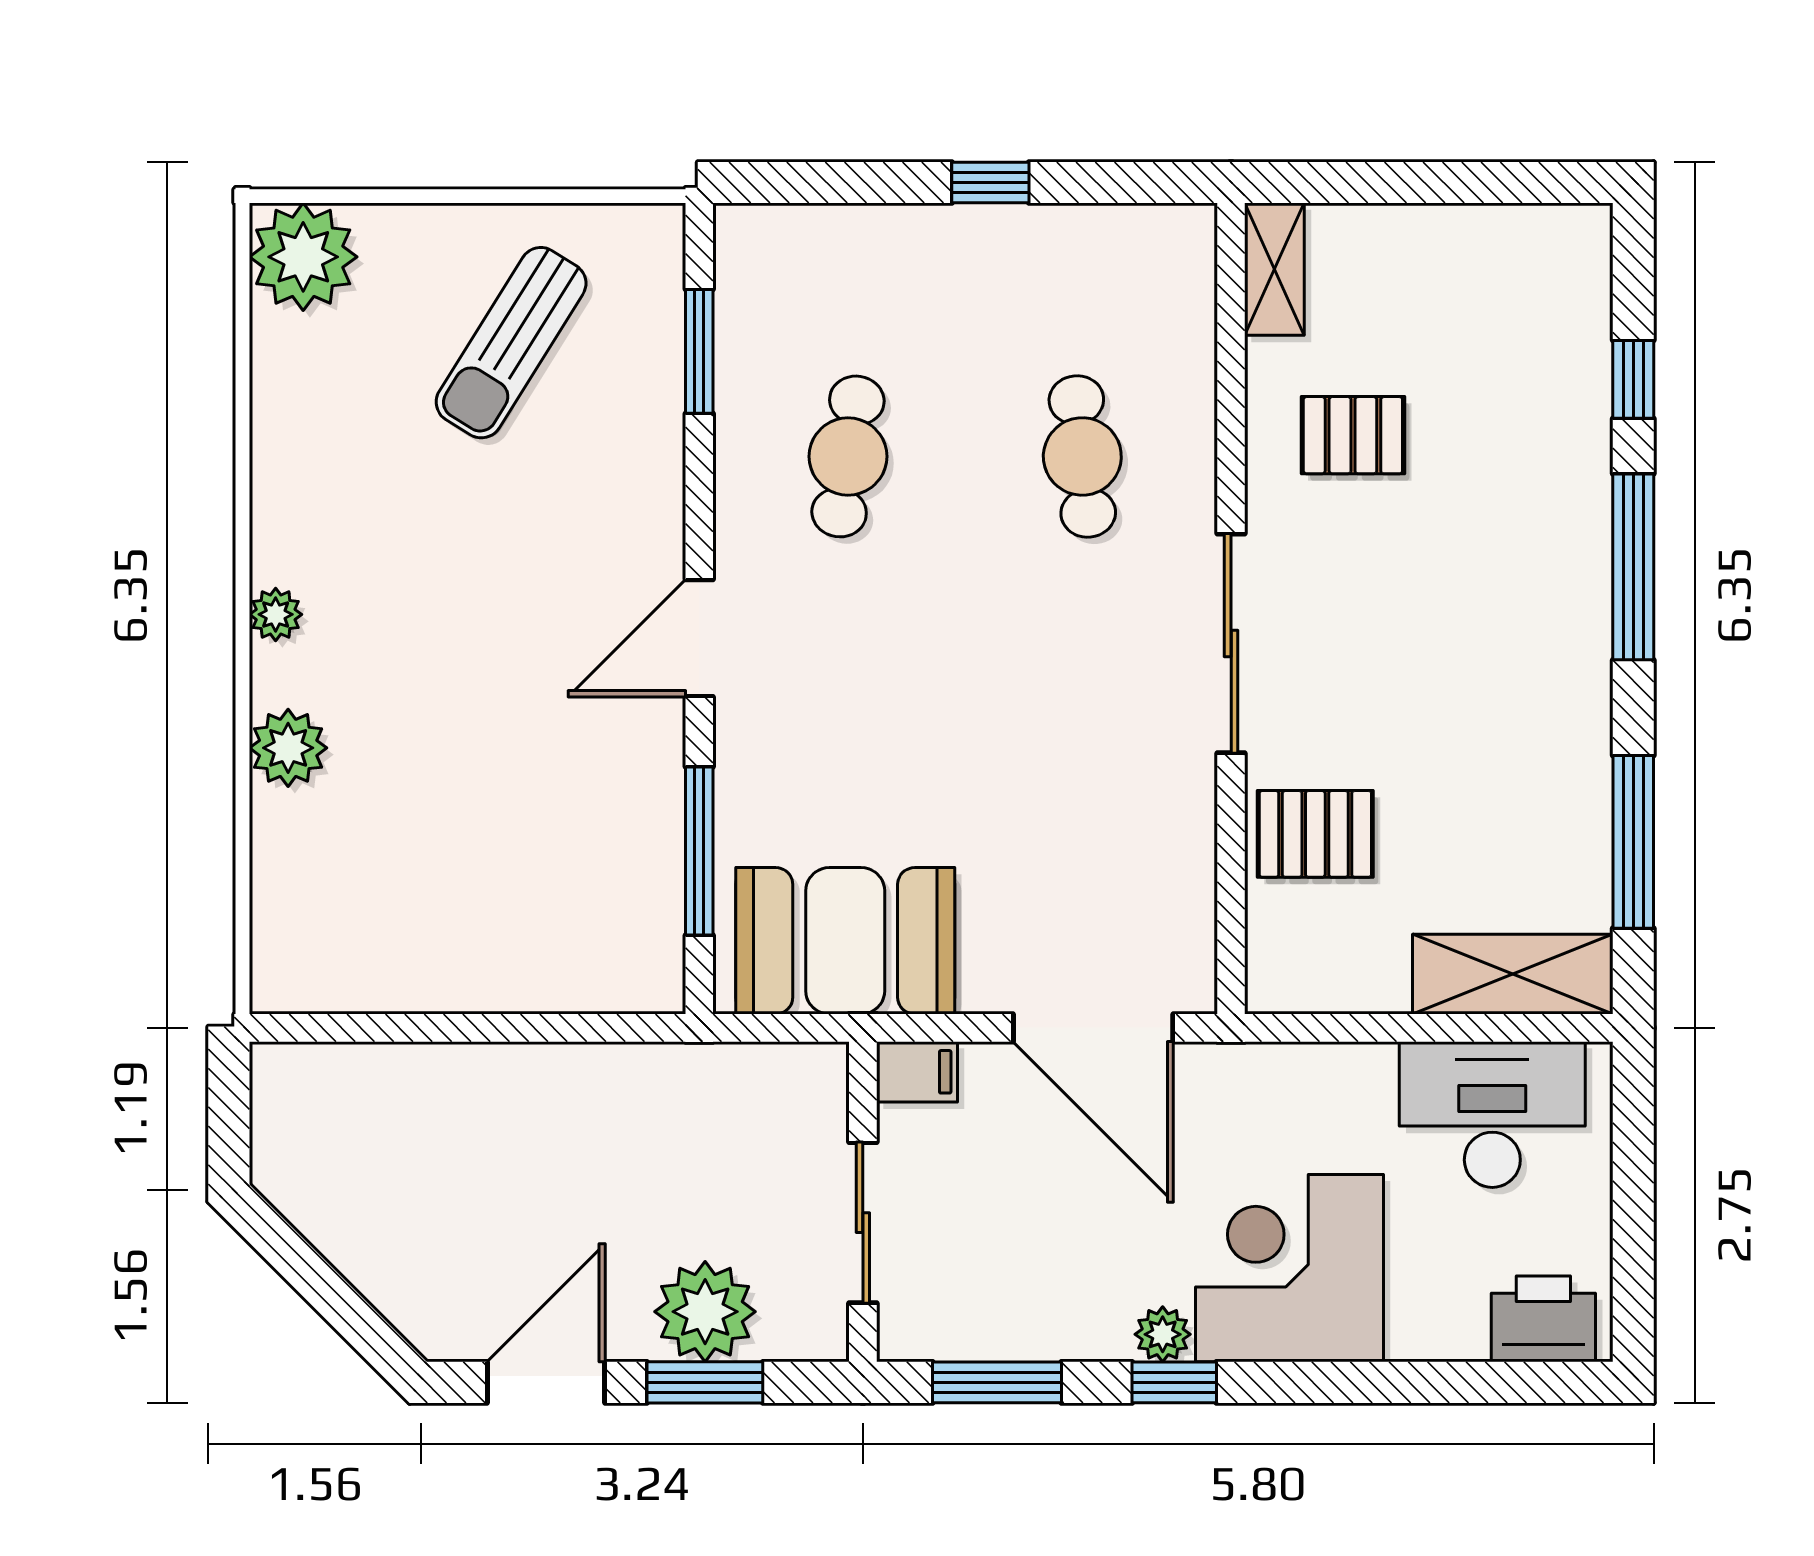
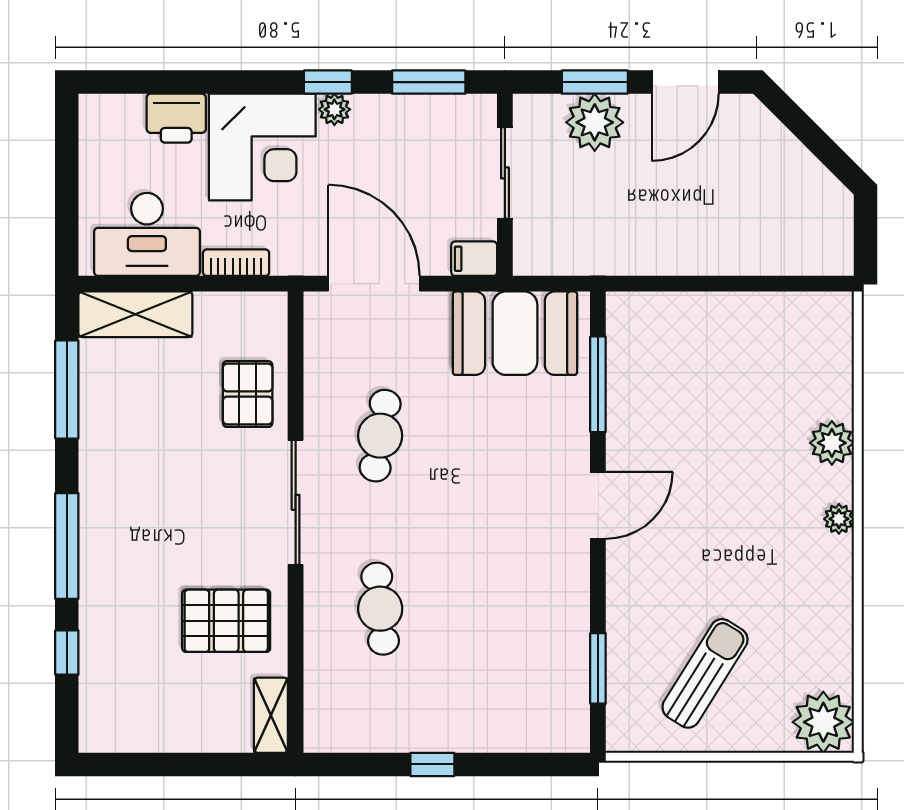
pallet: (1353, 435) -> (226, 621), width x1.50, depth x1.42
cafe table: (848, 456) -> (380, 436), moved
pallet: (1315, 834) -> (248, 394), turned 90
bookcase: (1336, 1065) -> (236, 263), added
printer: (1543, 1319) -> (176, 118), moved

